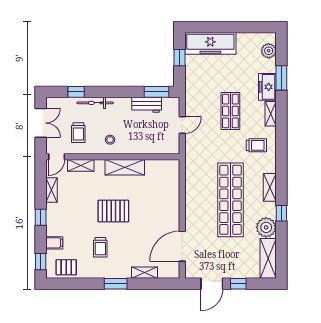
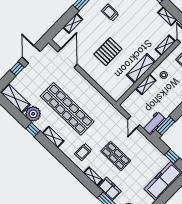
workbench: (147, 105) -> (154, 123), moved
shelving: (136, 148) -> (146, 84), added
pallet: (113, 211) -> (108, 52), moved

